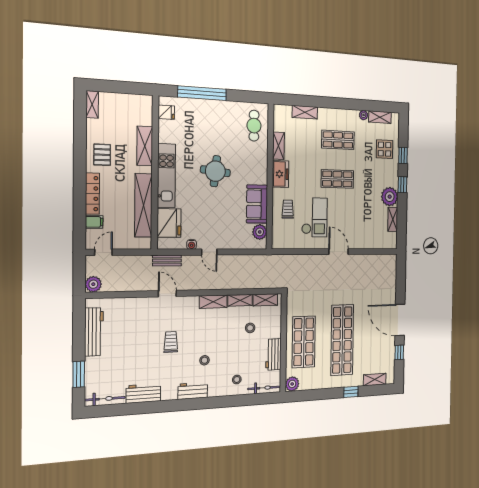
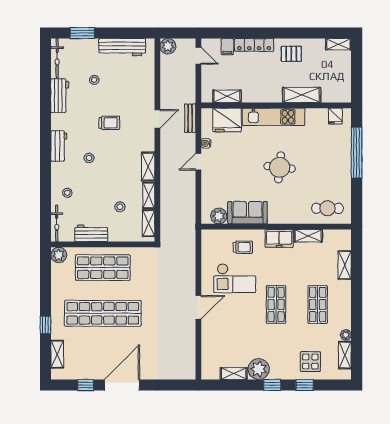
shelving: (143, 205) -> (227, 96), width x0.45, depth x0.75
stool: (128, 359) -> (94, 80), added

